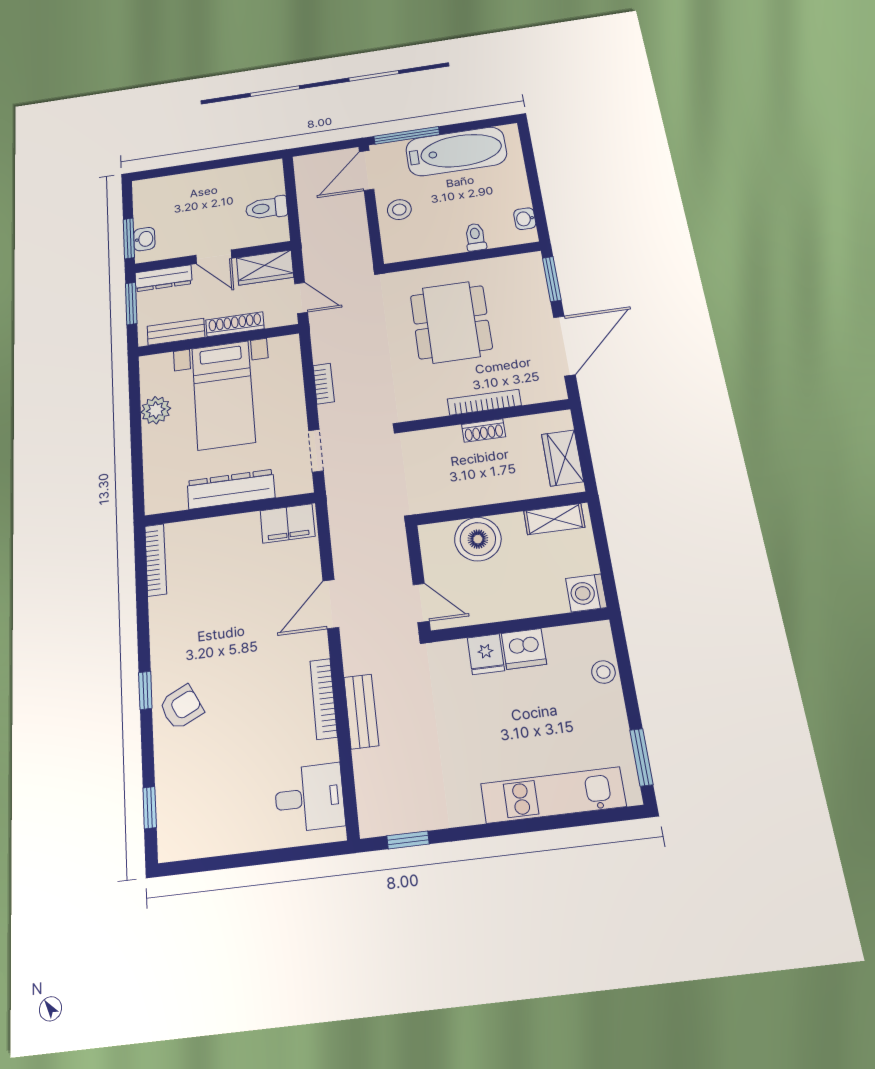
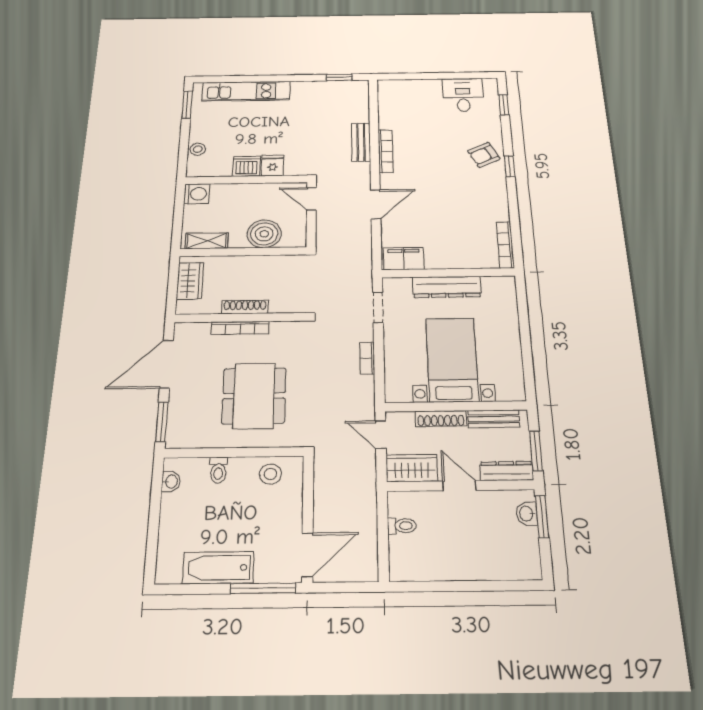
bathtub: (456, 151) -> (218, 568), width x0.73, depth x0.73
toilet: (266, 208) -> (402, 526), width x0.73, depth x0.72
stool: (399, 210) -> (270, 474), moved
plant: (156, 410) -> (509, 354), removed
shoe rack: (484, 431) -> (245, 307), width x1.43
desk: (309, 798) -> (463, 95), moved, turned 90

